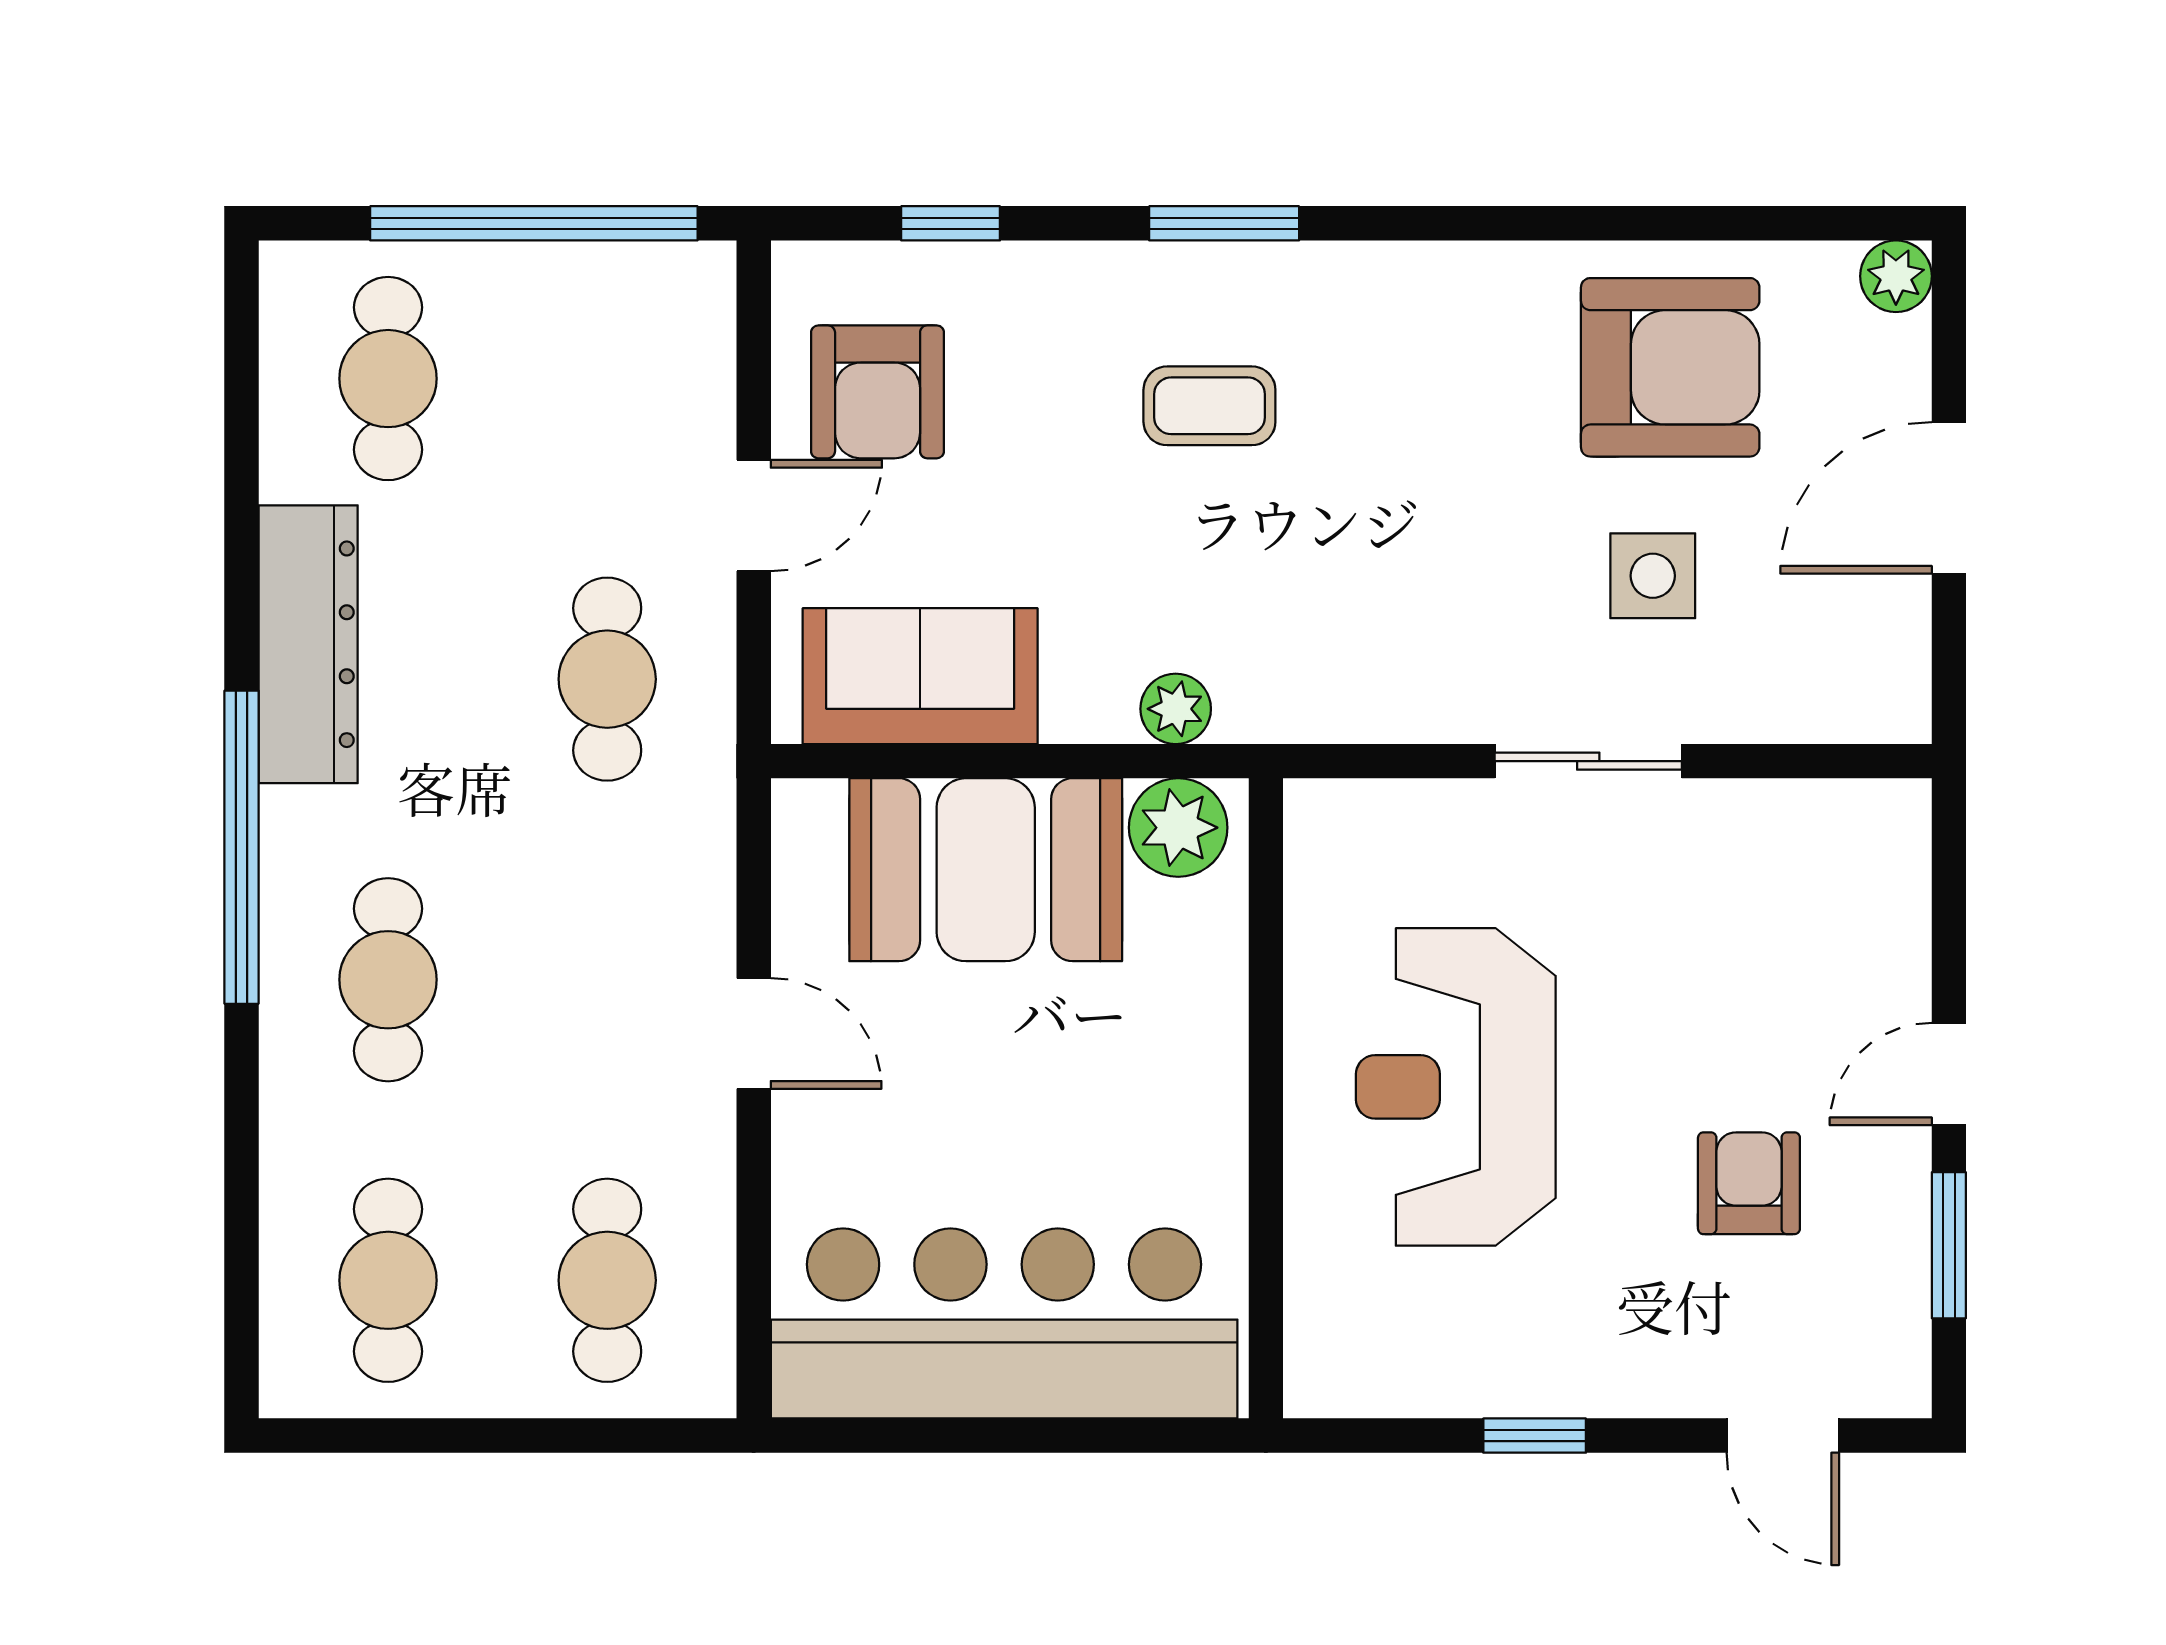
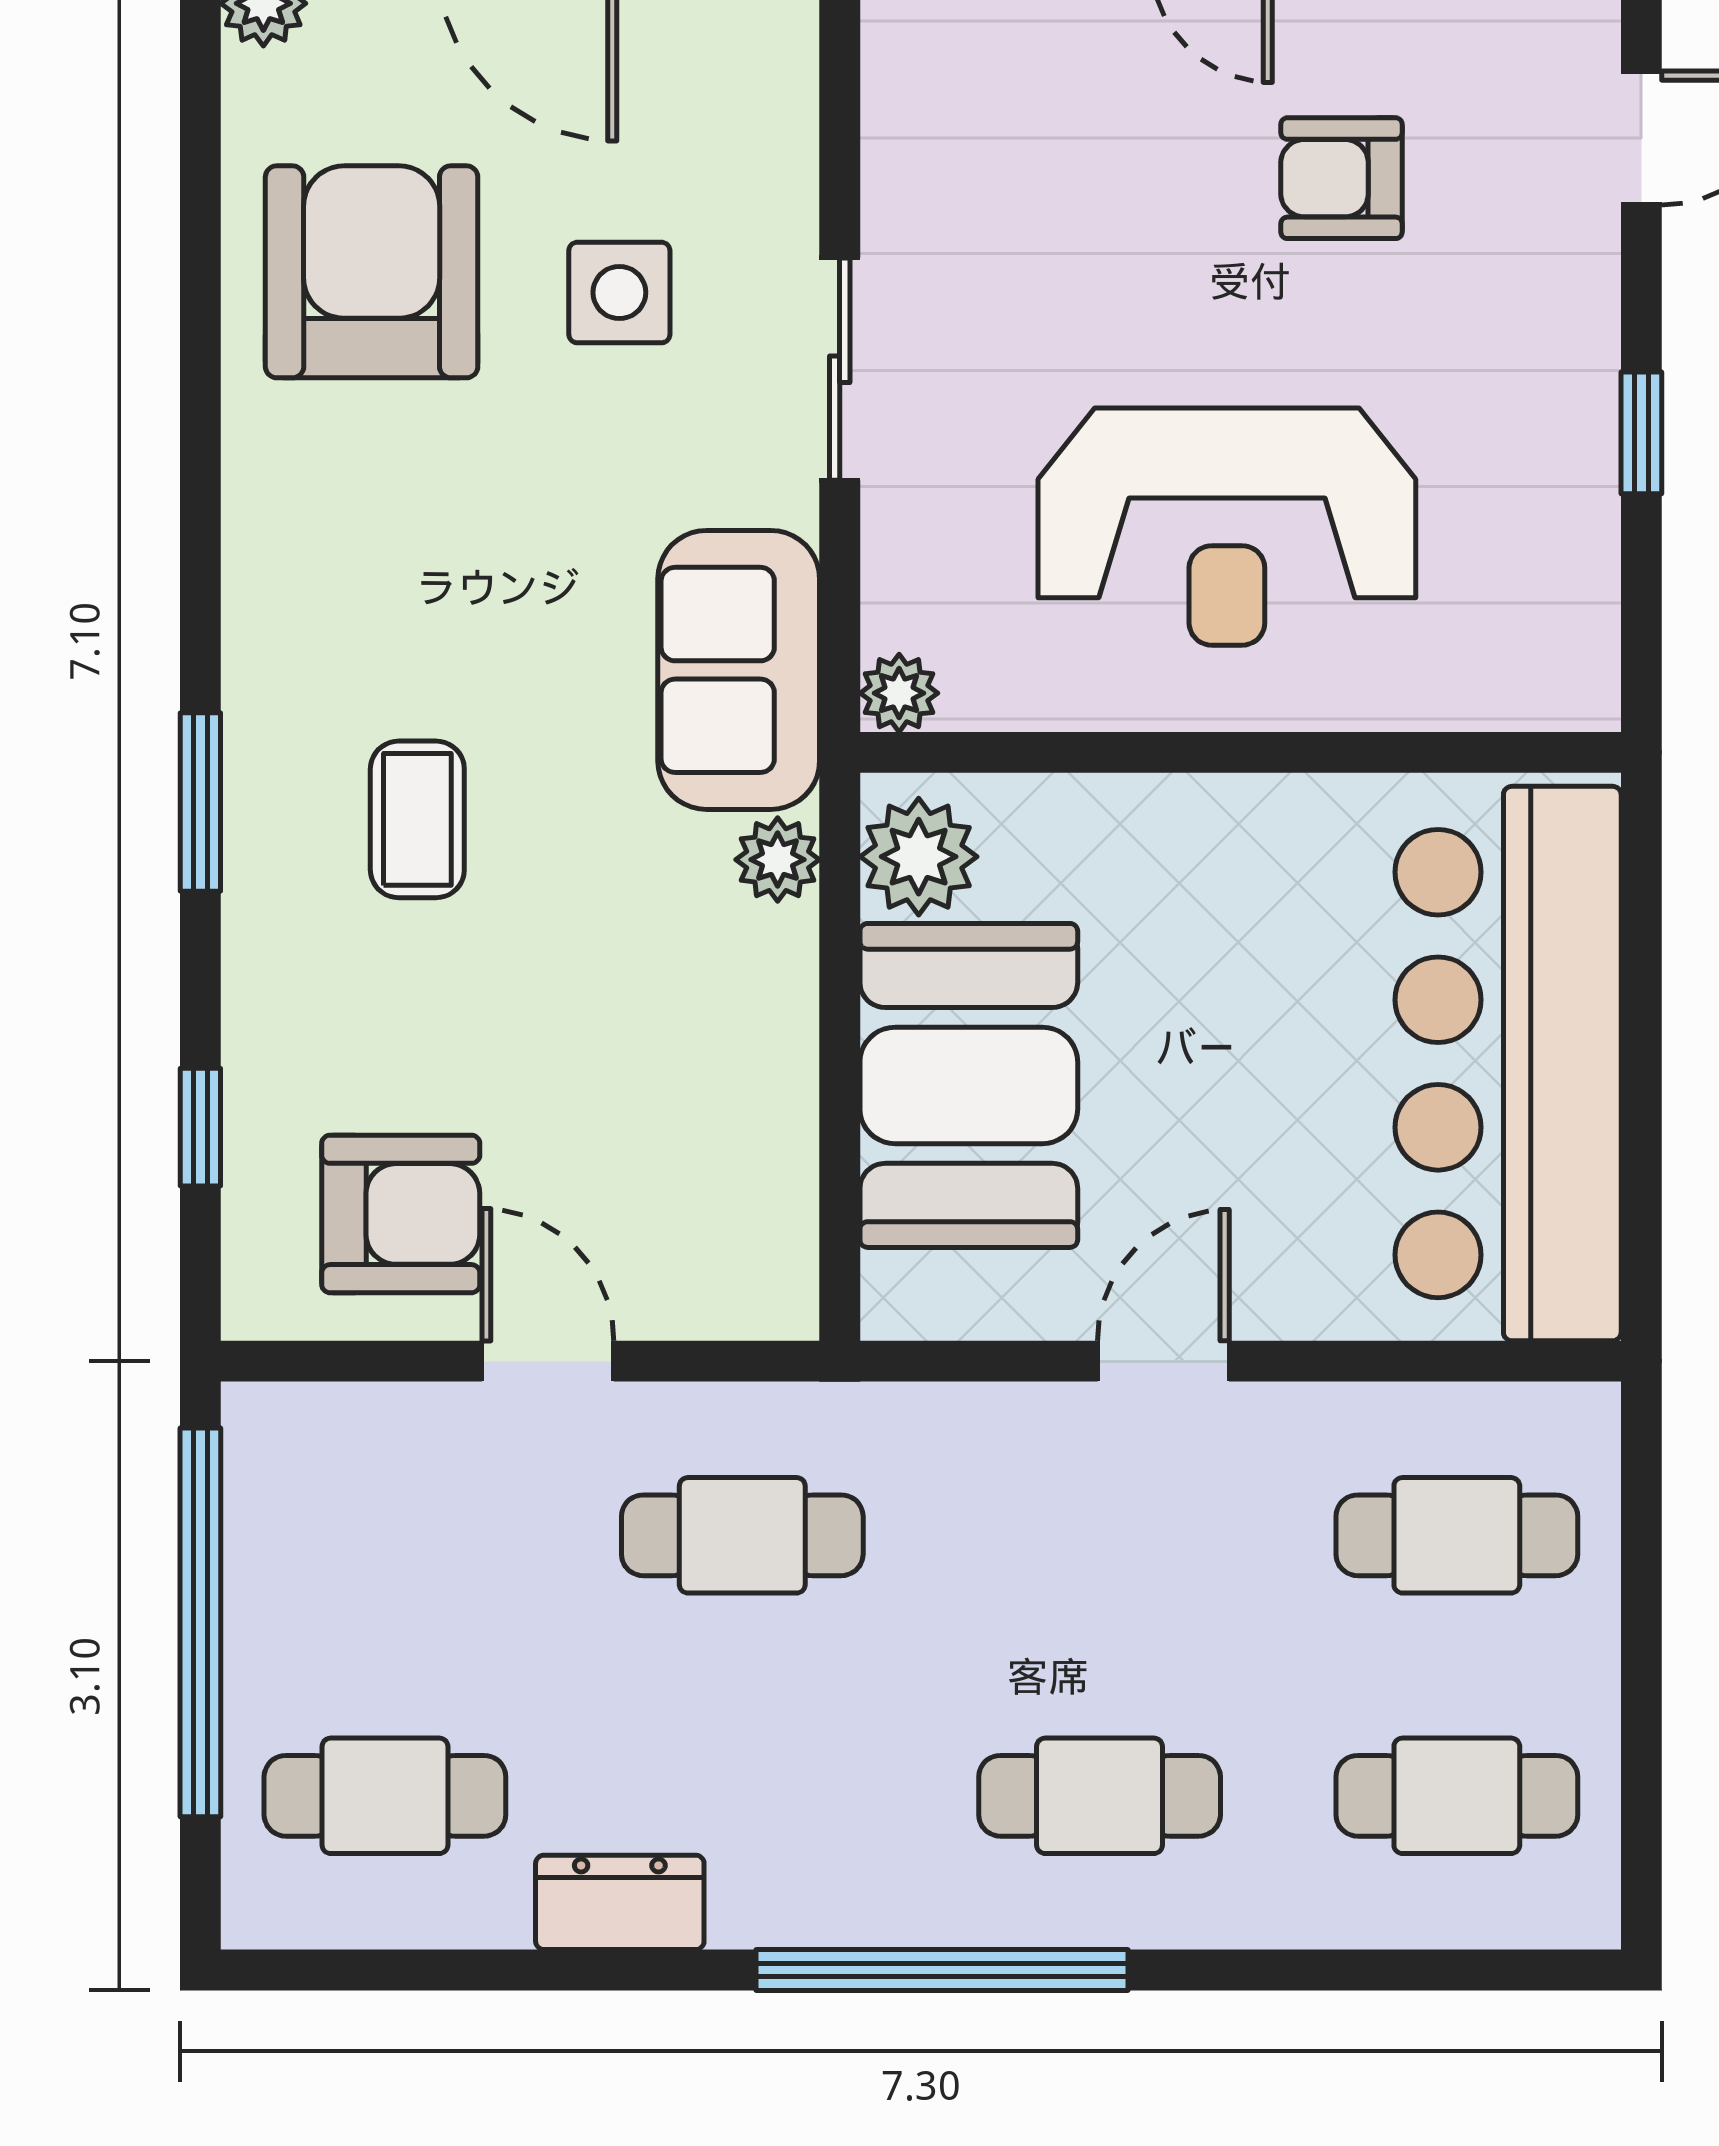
dresser: (308, 644) -> (620, 1902), width x0.51, depth x0.80
sofa: (920, 676) -> (739, 670), moved
plant: (1316, 811) -> (899, 693), added

